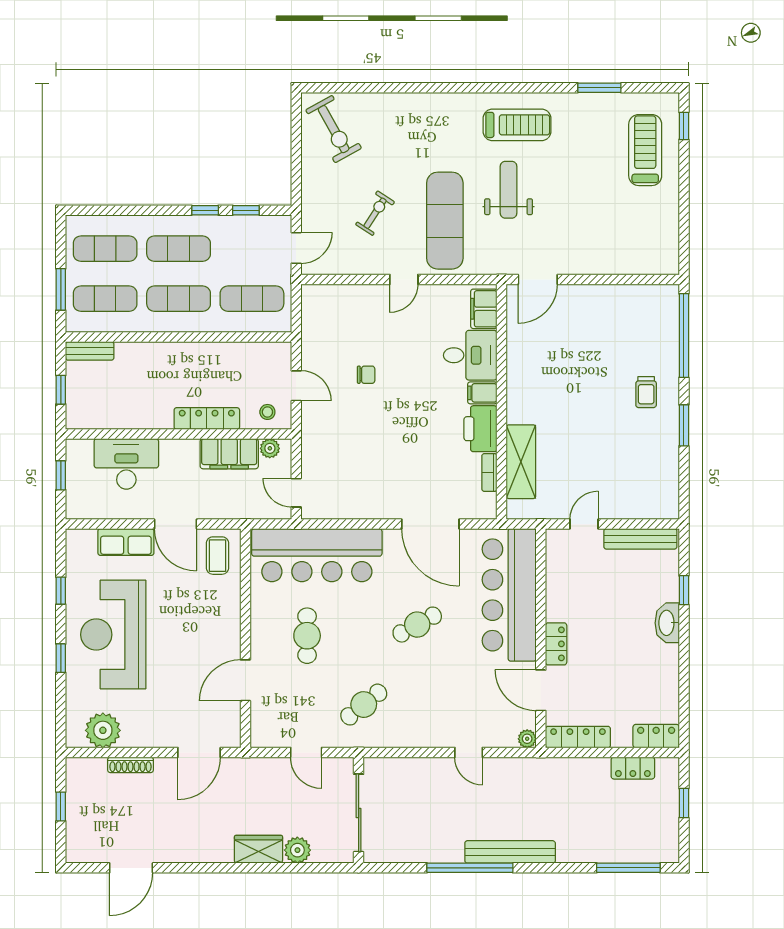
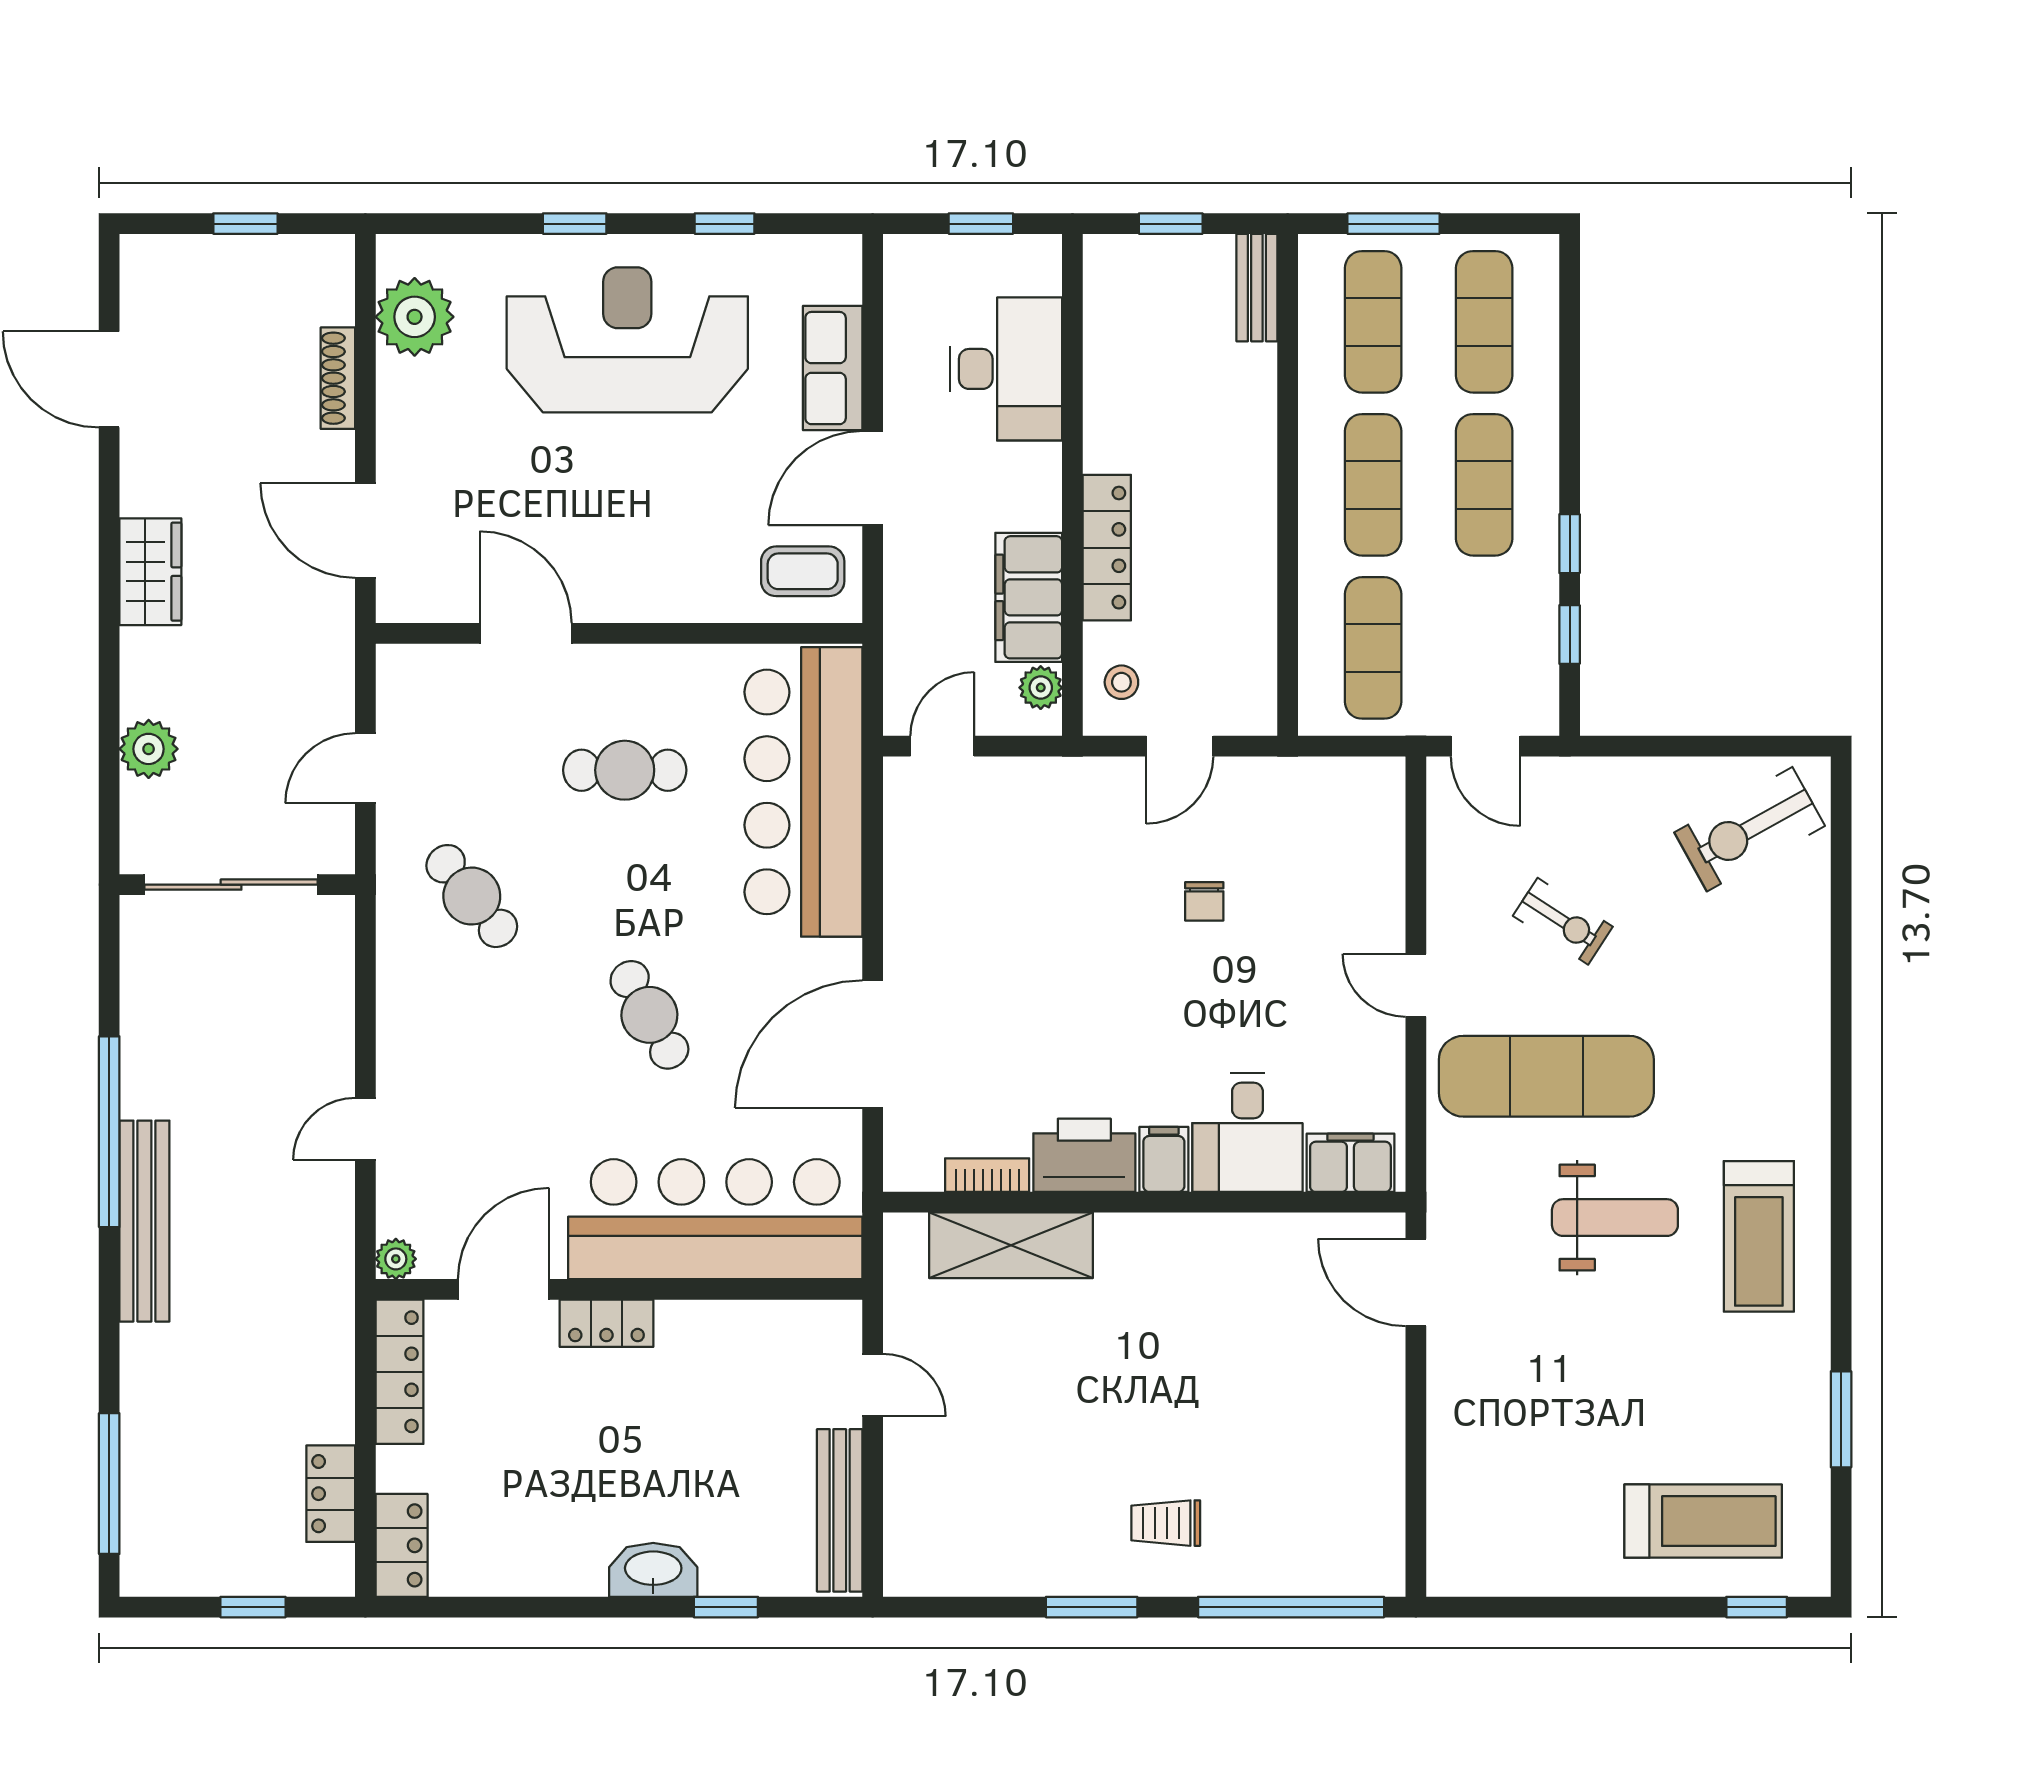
wardrobe: (258, 849) -> (150, 572), moved

